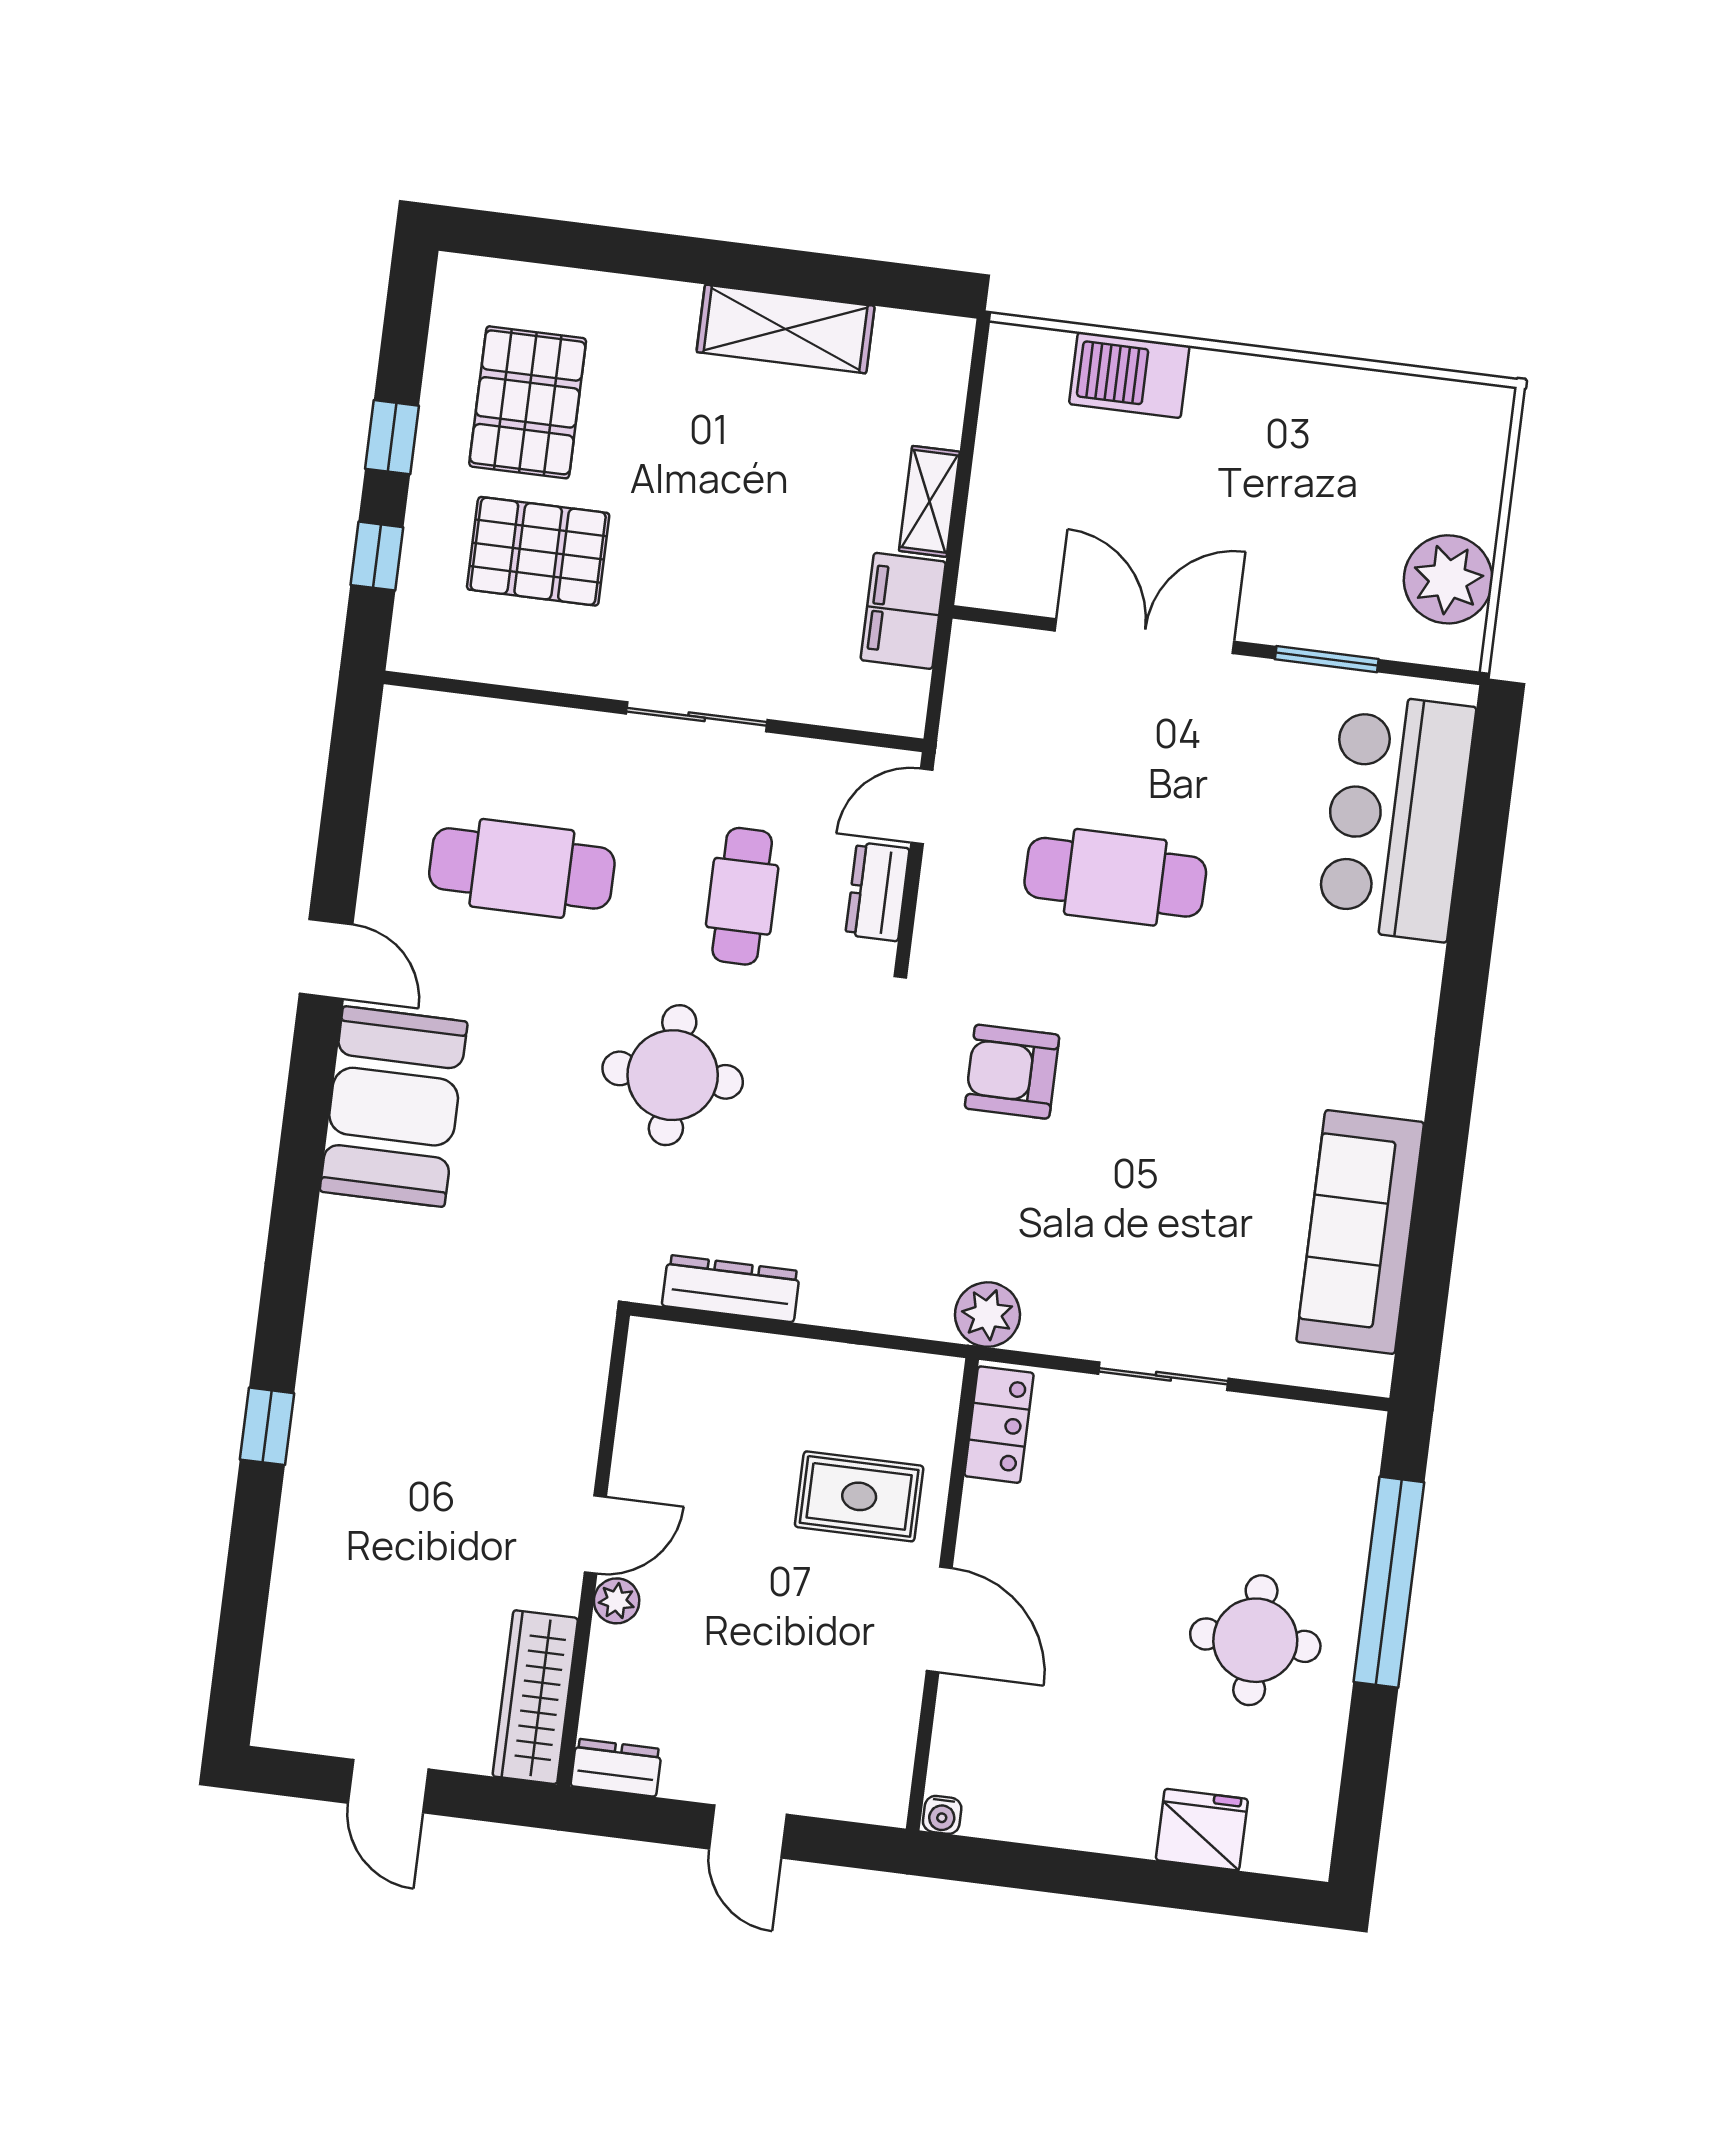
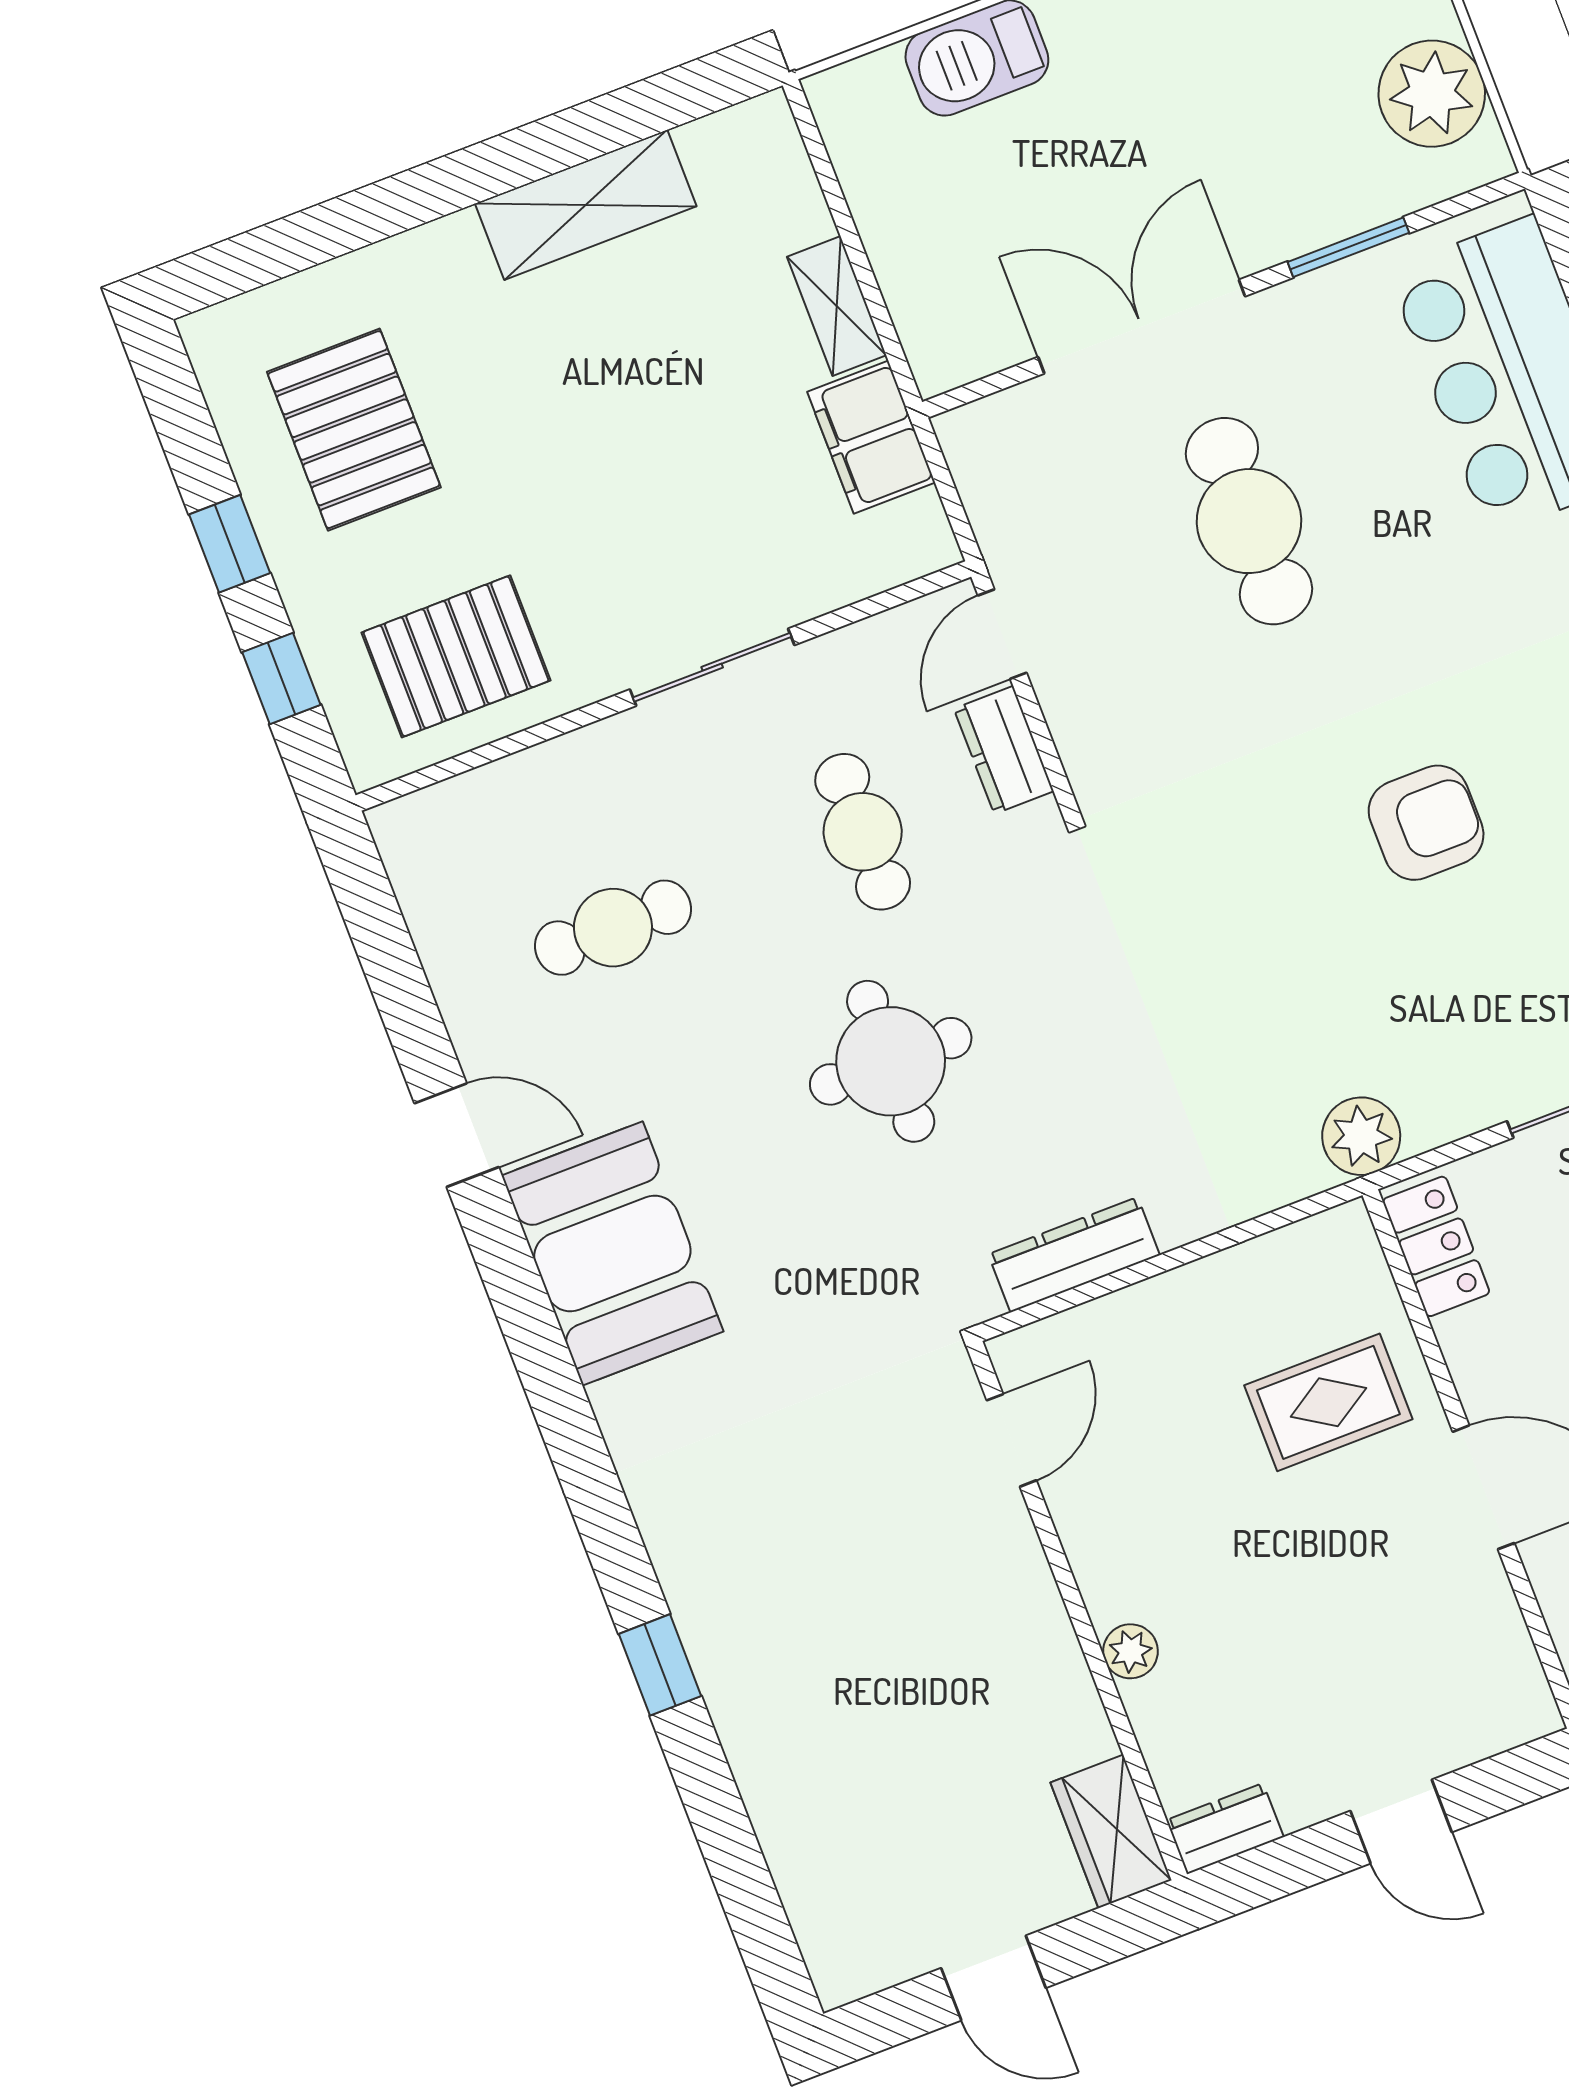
pallet: (538, 551) -> (456, 656), moved
cafe table: (522, 868) -> (613, 928), width x0.73, depth x0.74
cafe table: (1115, 877) -> (1249, 521), moved, turned 90
armchair: (1012, 1072) -> (1426, 823), moved, turned 180
door: (595, 1534) -> (1012, 1440), moved
wardrobe: (535, 1697) -> (1111, 1831), width x0.67

